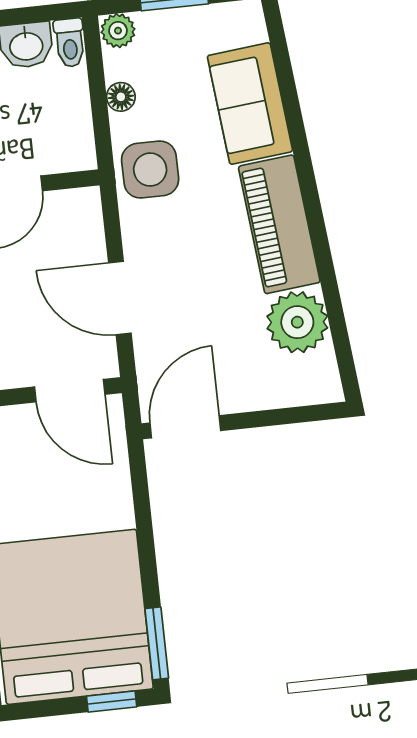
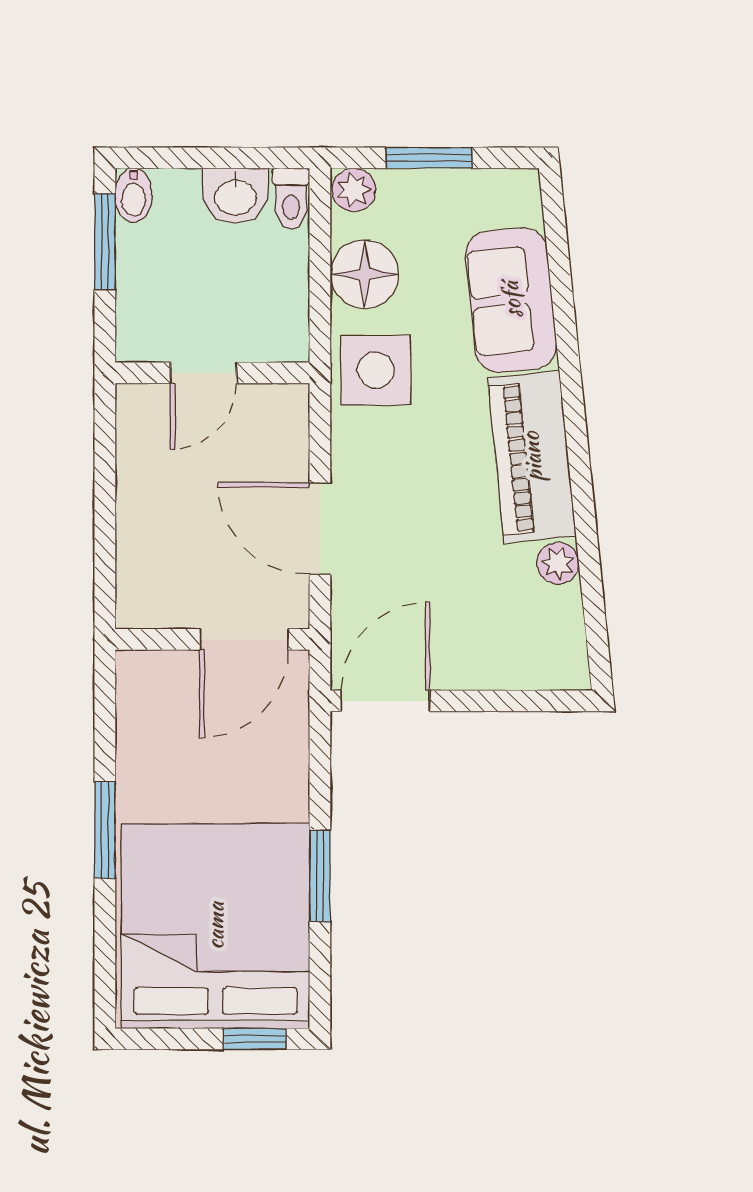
floor lamp: (121, 97) -> (365, 274), width x1.89, depth x1.89
plant: (297, 322) -> (558, 563), width x0.53, depth x0.53
door: (70, 391) -> (244, 639), hinge flipped
window: (157, 643) -> (320, 876), moved

